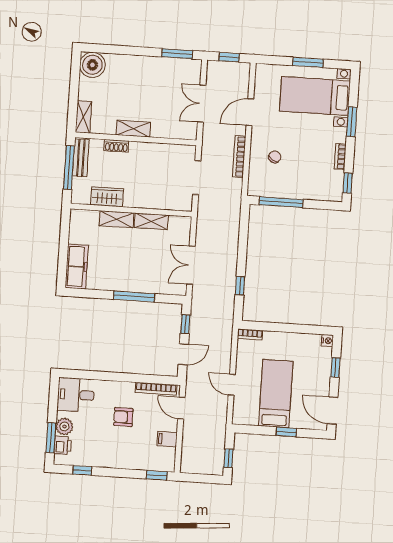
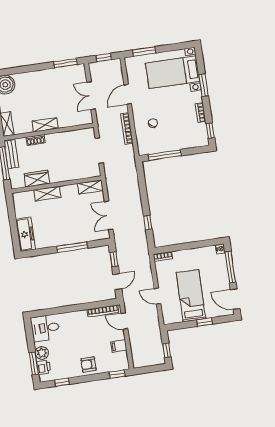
window: (308, 62) -> (144, 51), moved
shelving: (151, 221) -> (90, 187), moved
window: (335, 367) -> (230, 267), width x2.17
armchair: (123, 417) -> (88, 364), moved

